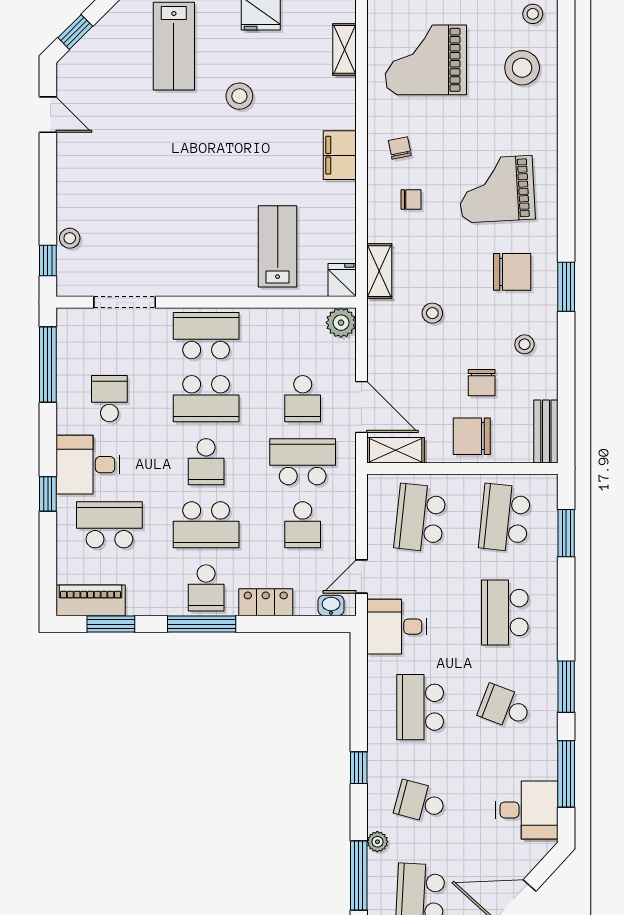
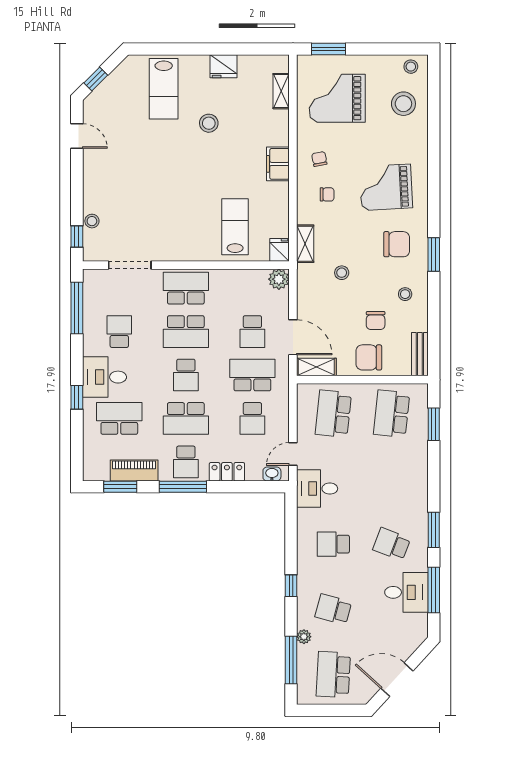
piano: (91, 600) -> (134, 471), moved
school desk: (505, 613) -> (392, 479), removed
school desk: (420, 707) -> (333, 544), width x0.54
desk: (526, 810) -> (407, 592), moved

